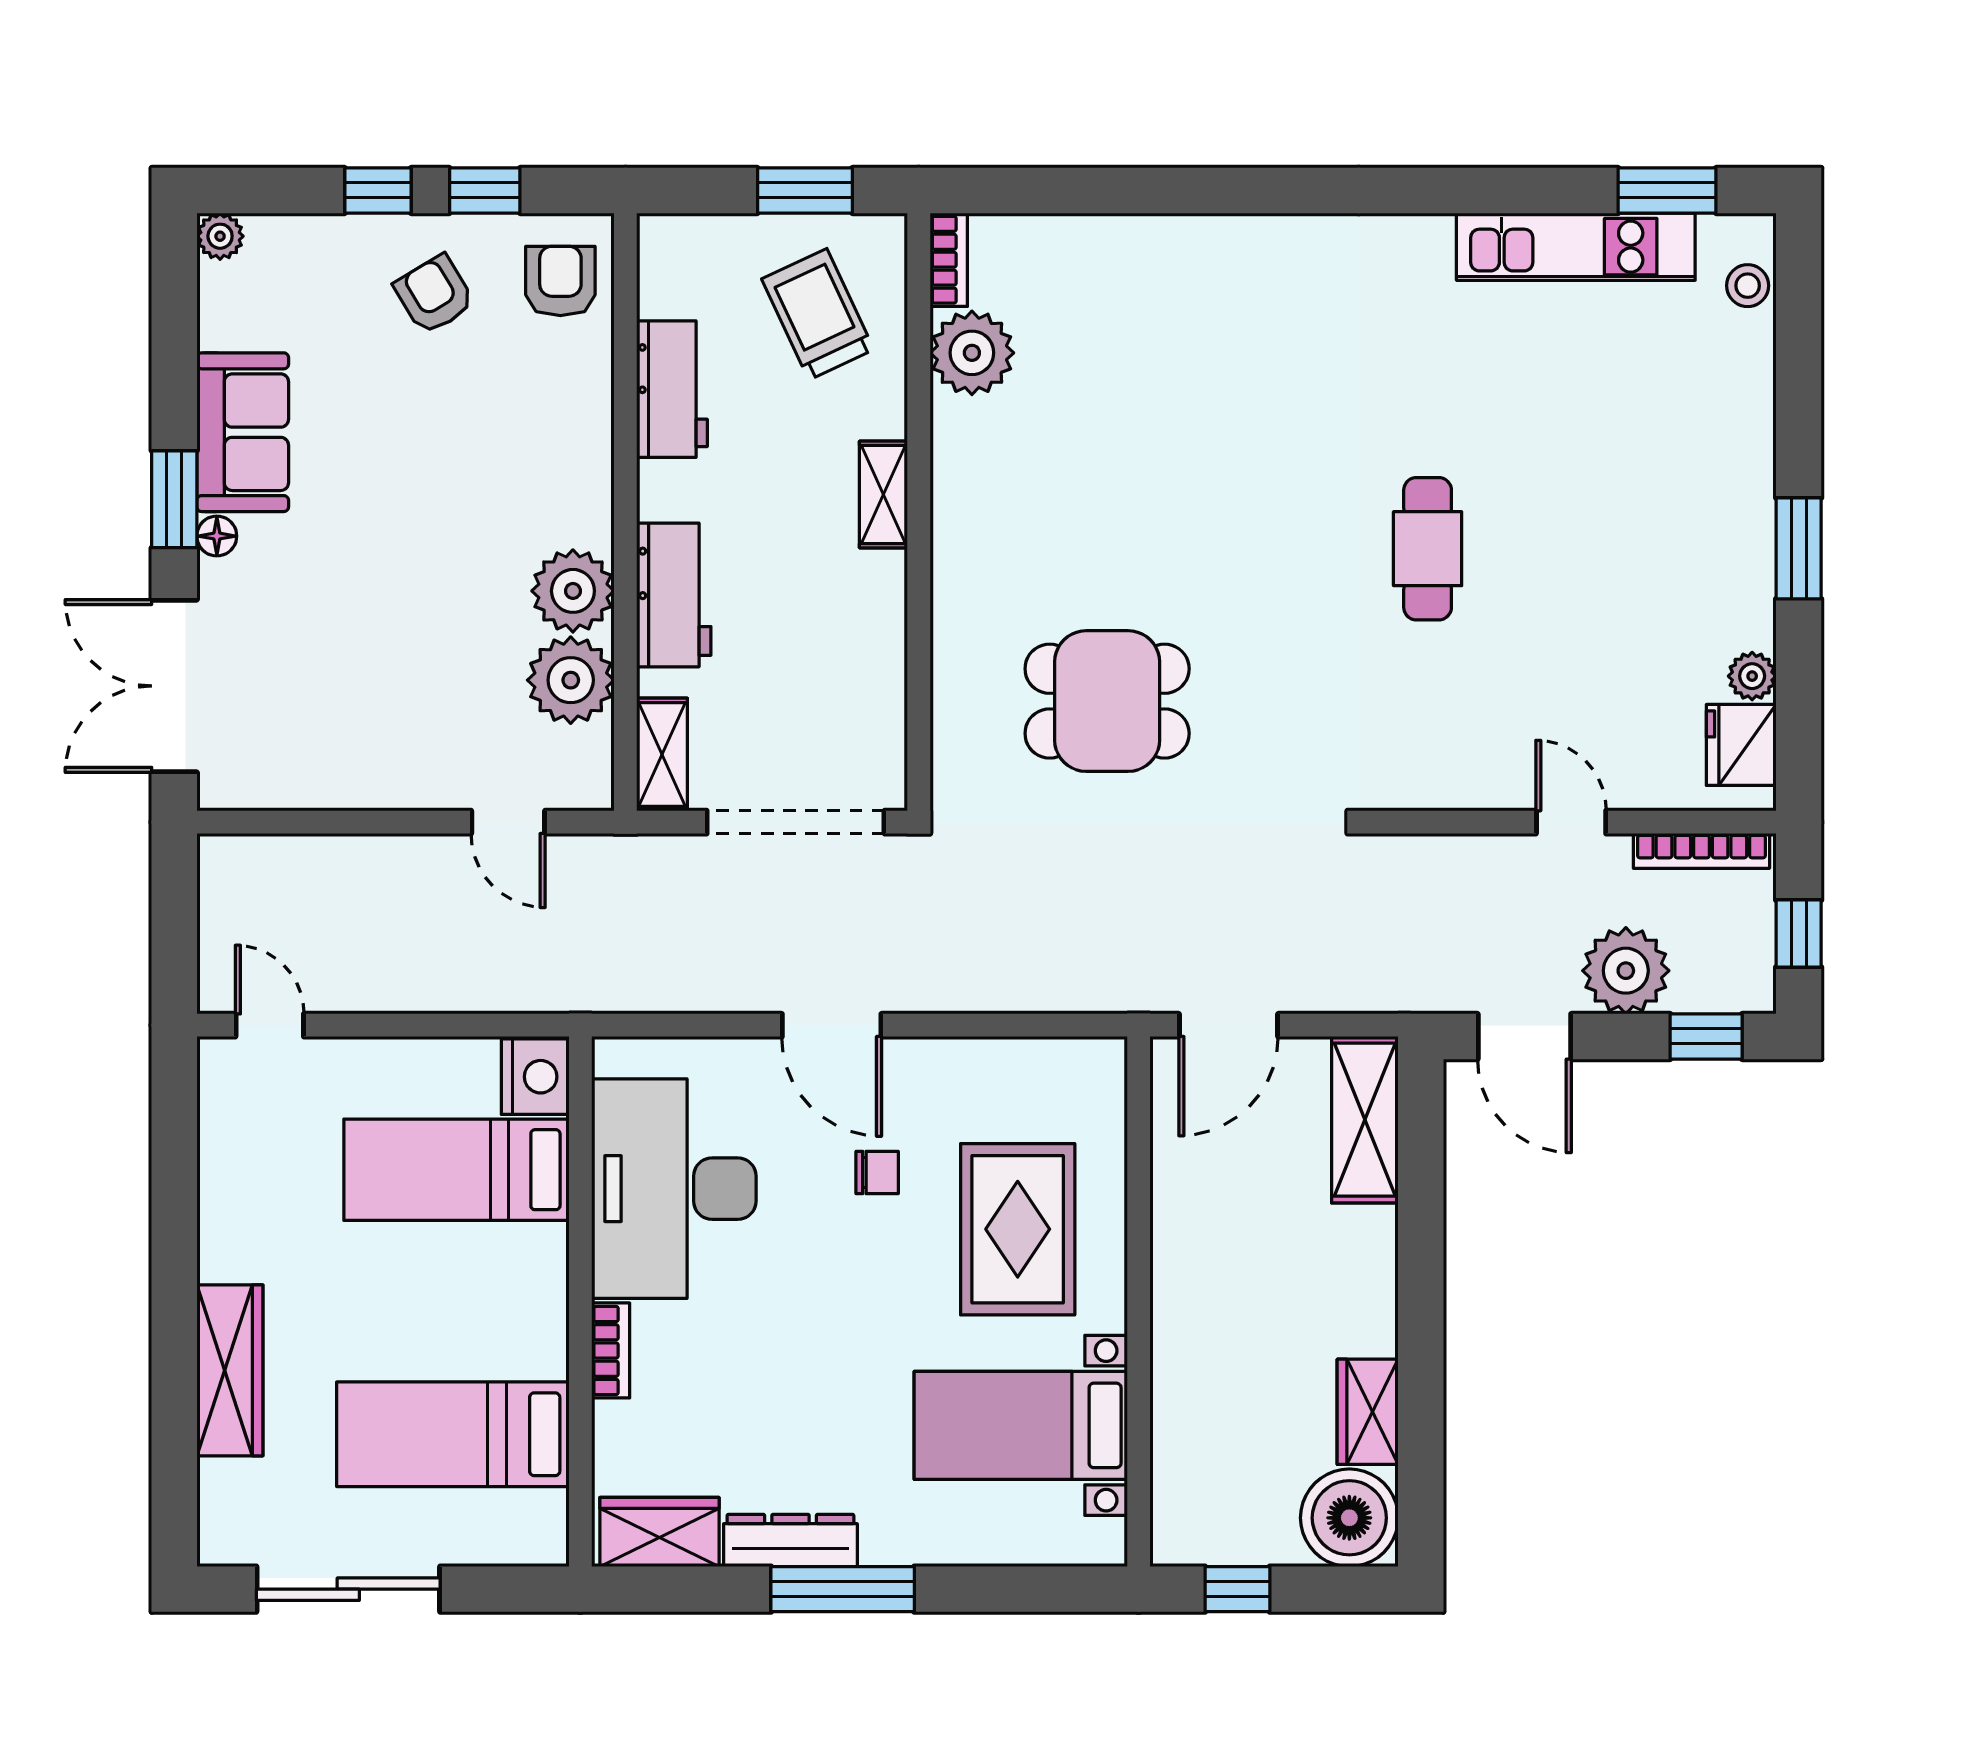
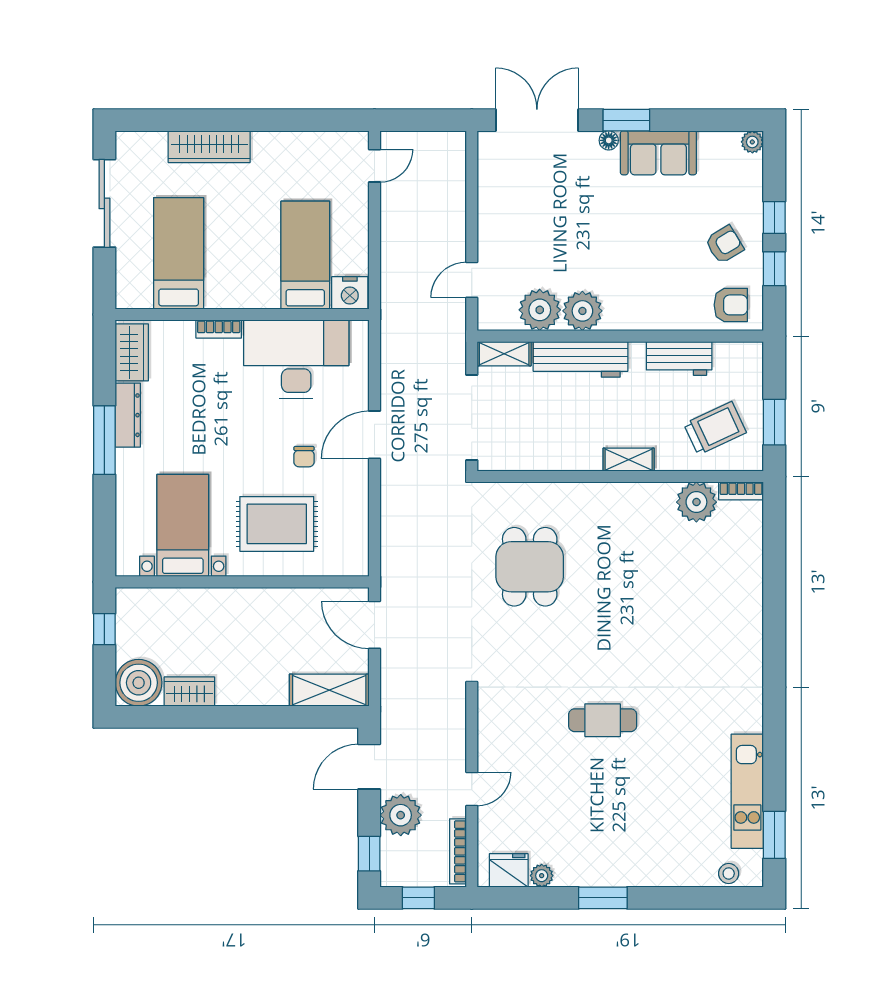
workbench: (674, 595) -> (581, 359), width x1.38

